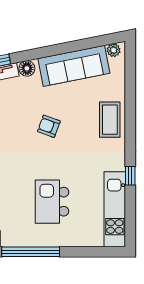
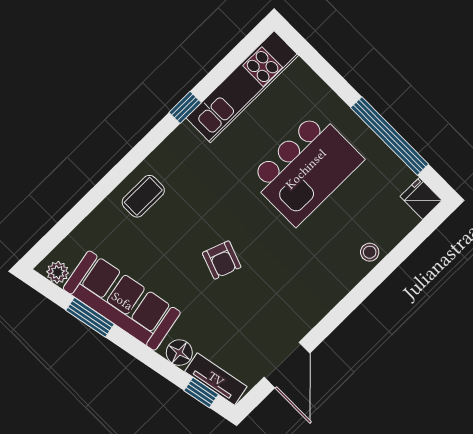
window: (80, 45) -> (90, 317), added
coffee table: (110, 120) -> (143, 196), width x0.73, depth x0.77
kitchen island: (52, 202) -> (306, 169), width x1.37, depth x1.28

